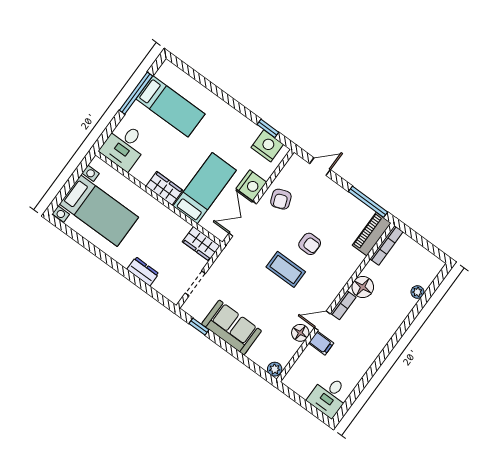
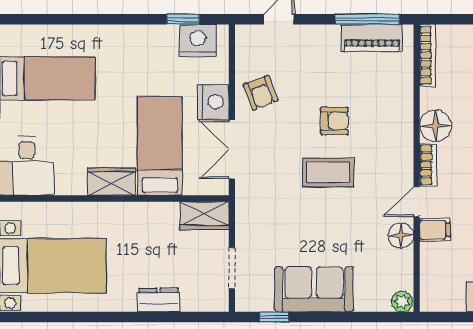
piano: (372, 234) -> (372, 38), moved, turned -90

